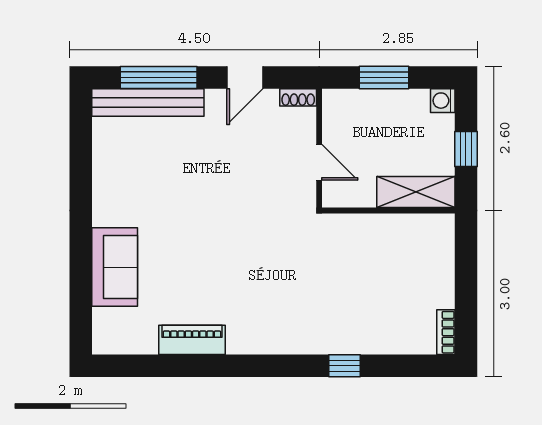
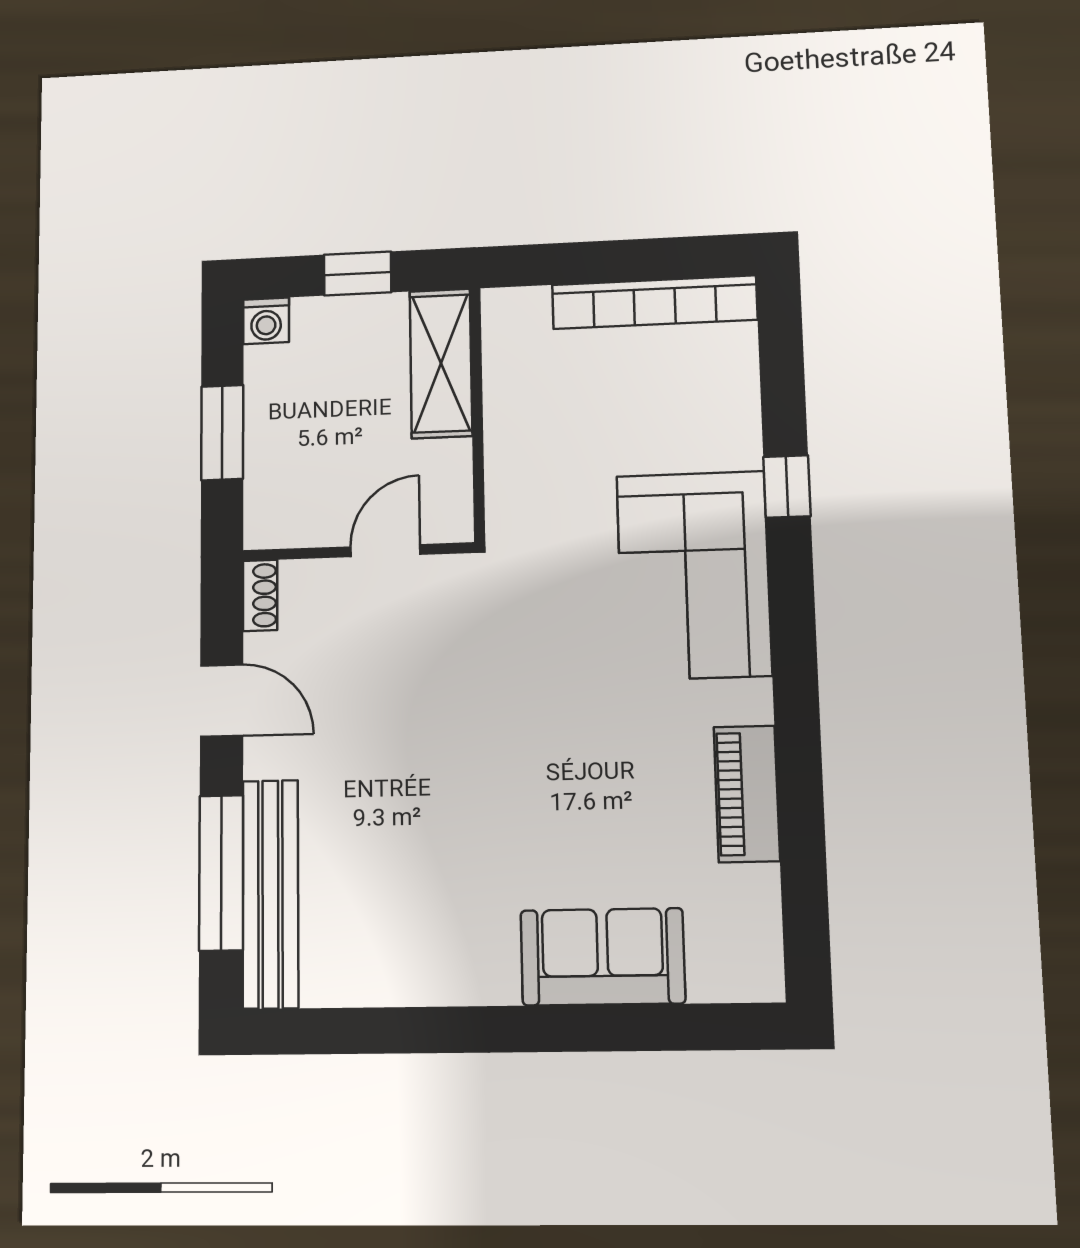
corner sofa: (301, 318) -> (694, 575), added
bookcase: (446, 332) -> (654, 302), width x2.31, depth x1.31

